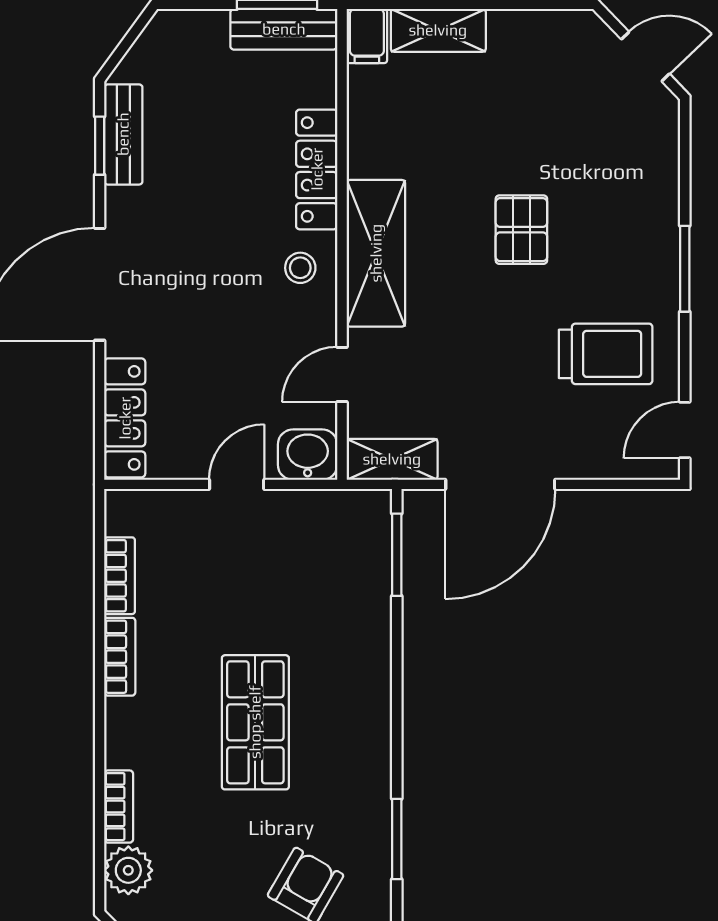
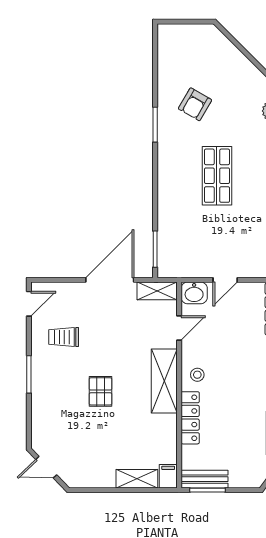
trolley: (606, 354) -> (64, 337), width x0.73, depth x0.72

